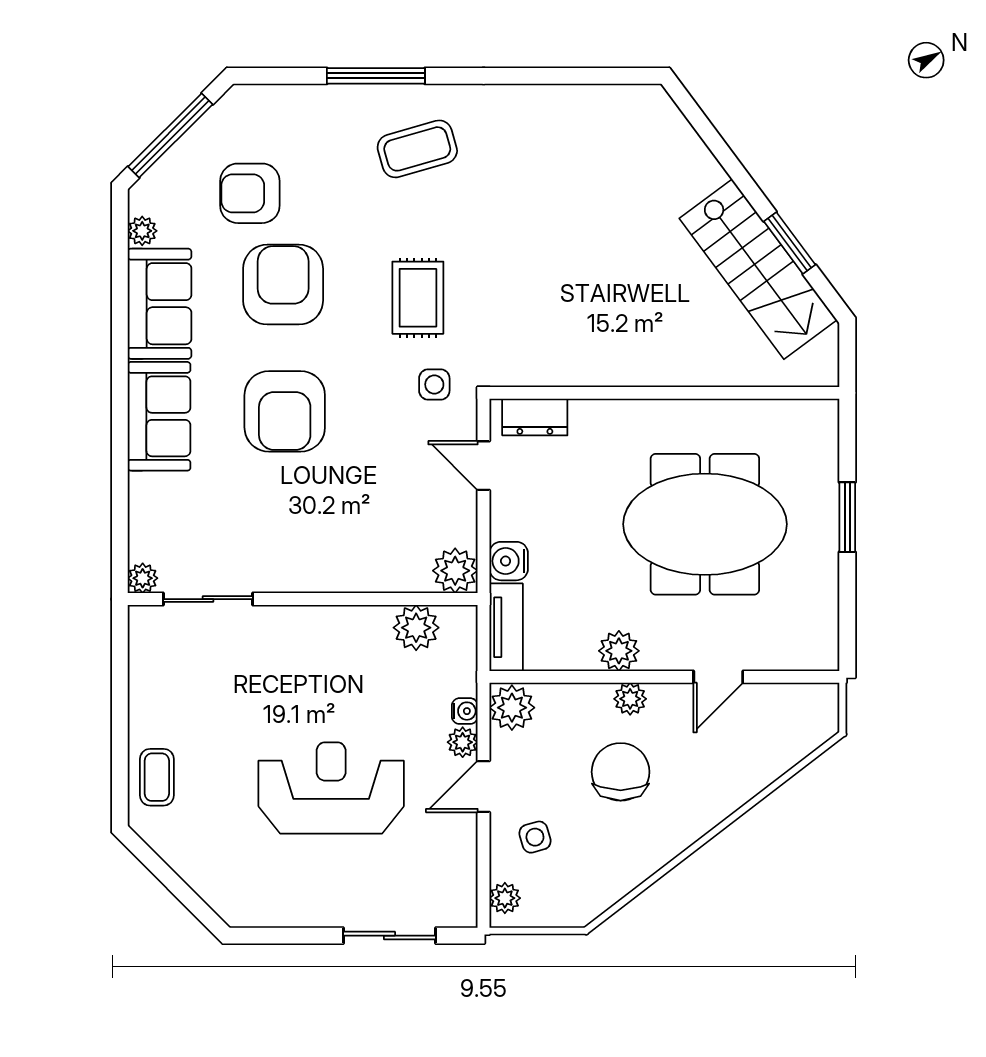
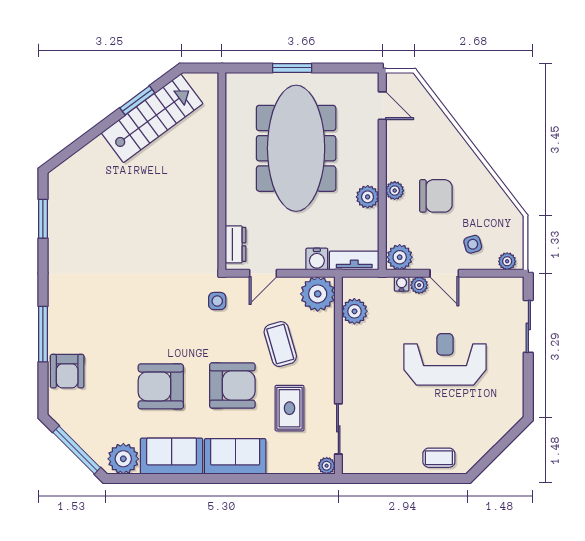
window: (580, 76) -> (43, 219), added
coffee table: (417, 149) -> (280, 344), moved
armchair: (250, 193) -> (67, 371), moved
plant: (142, 231) -> (123, 459), width x1.88, depth x1.88
rug: (418, 298) -> (290, 408), moved, turned 90
meeting table: (705, 524) -> (296, 148), width x1.36
plant: (455, 571) -> (318, 294), width x1.36, depth x1.36
door: (718, 677) -> (382, 106), moved
chair: (621, 772) -> (436, 196), turned 180
reception desk: (331, 788) -> (445, 359), turned 90

